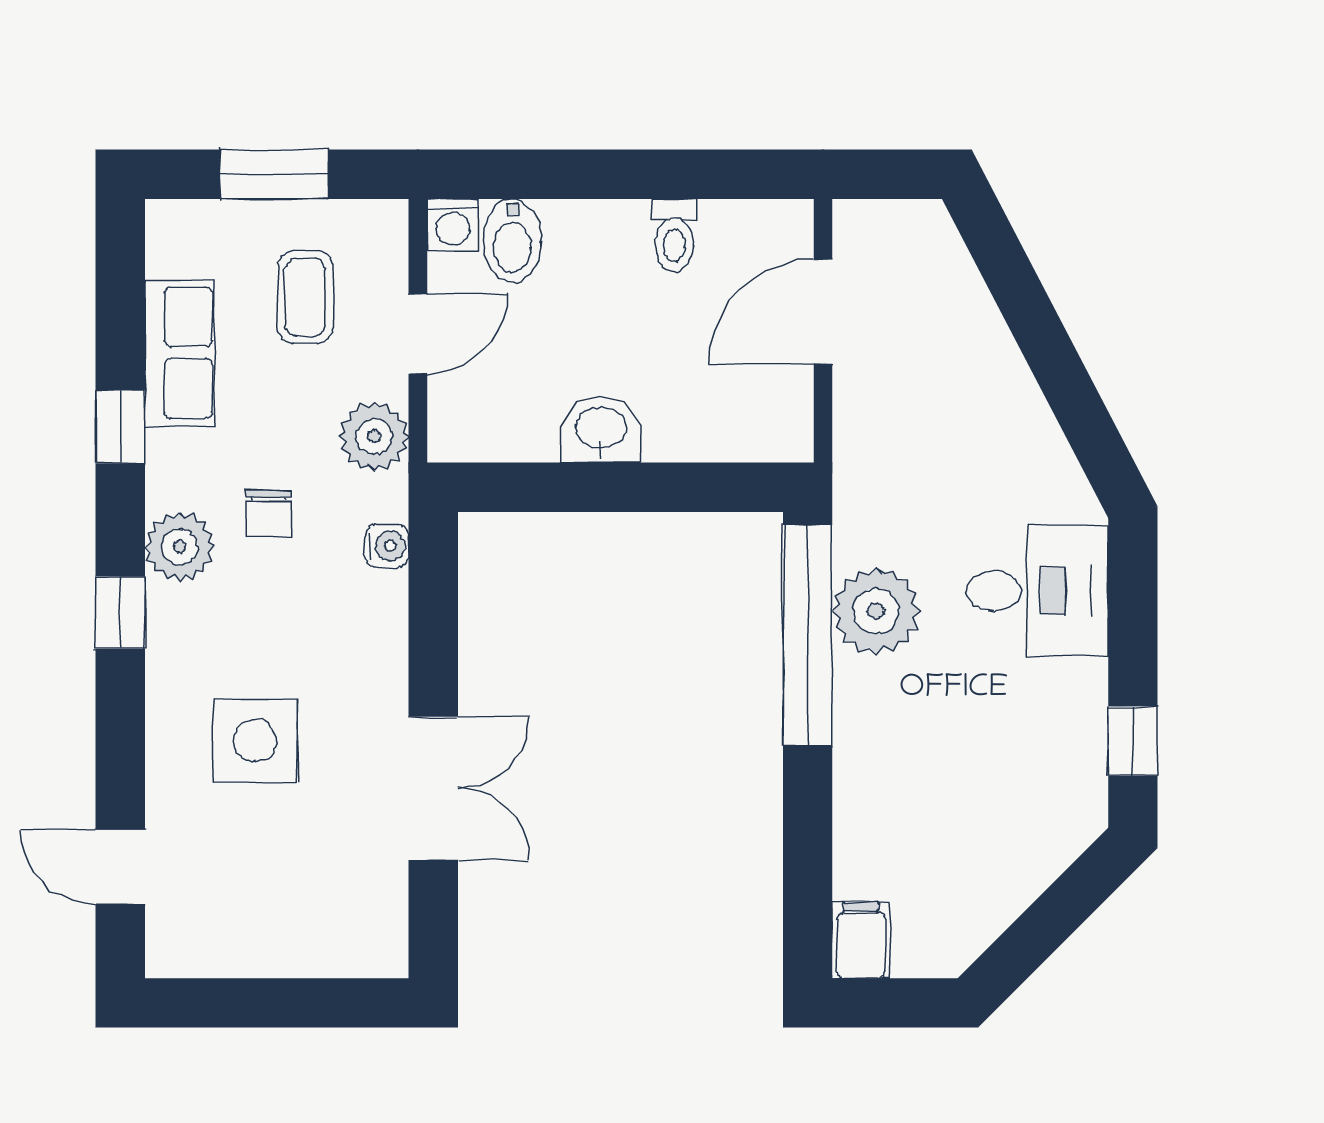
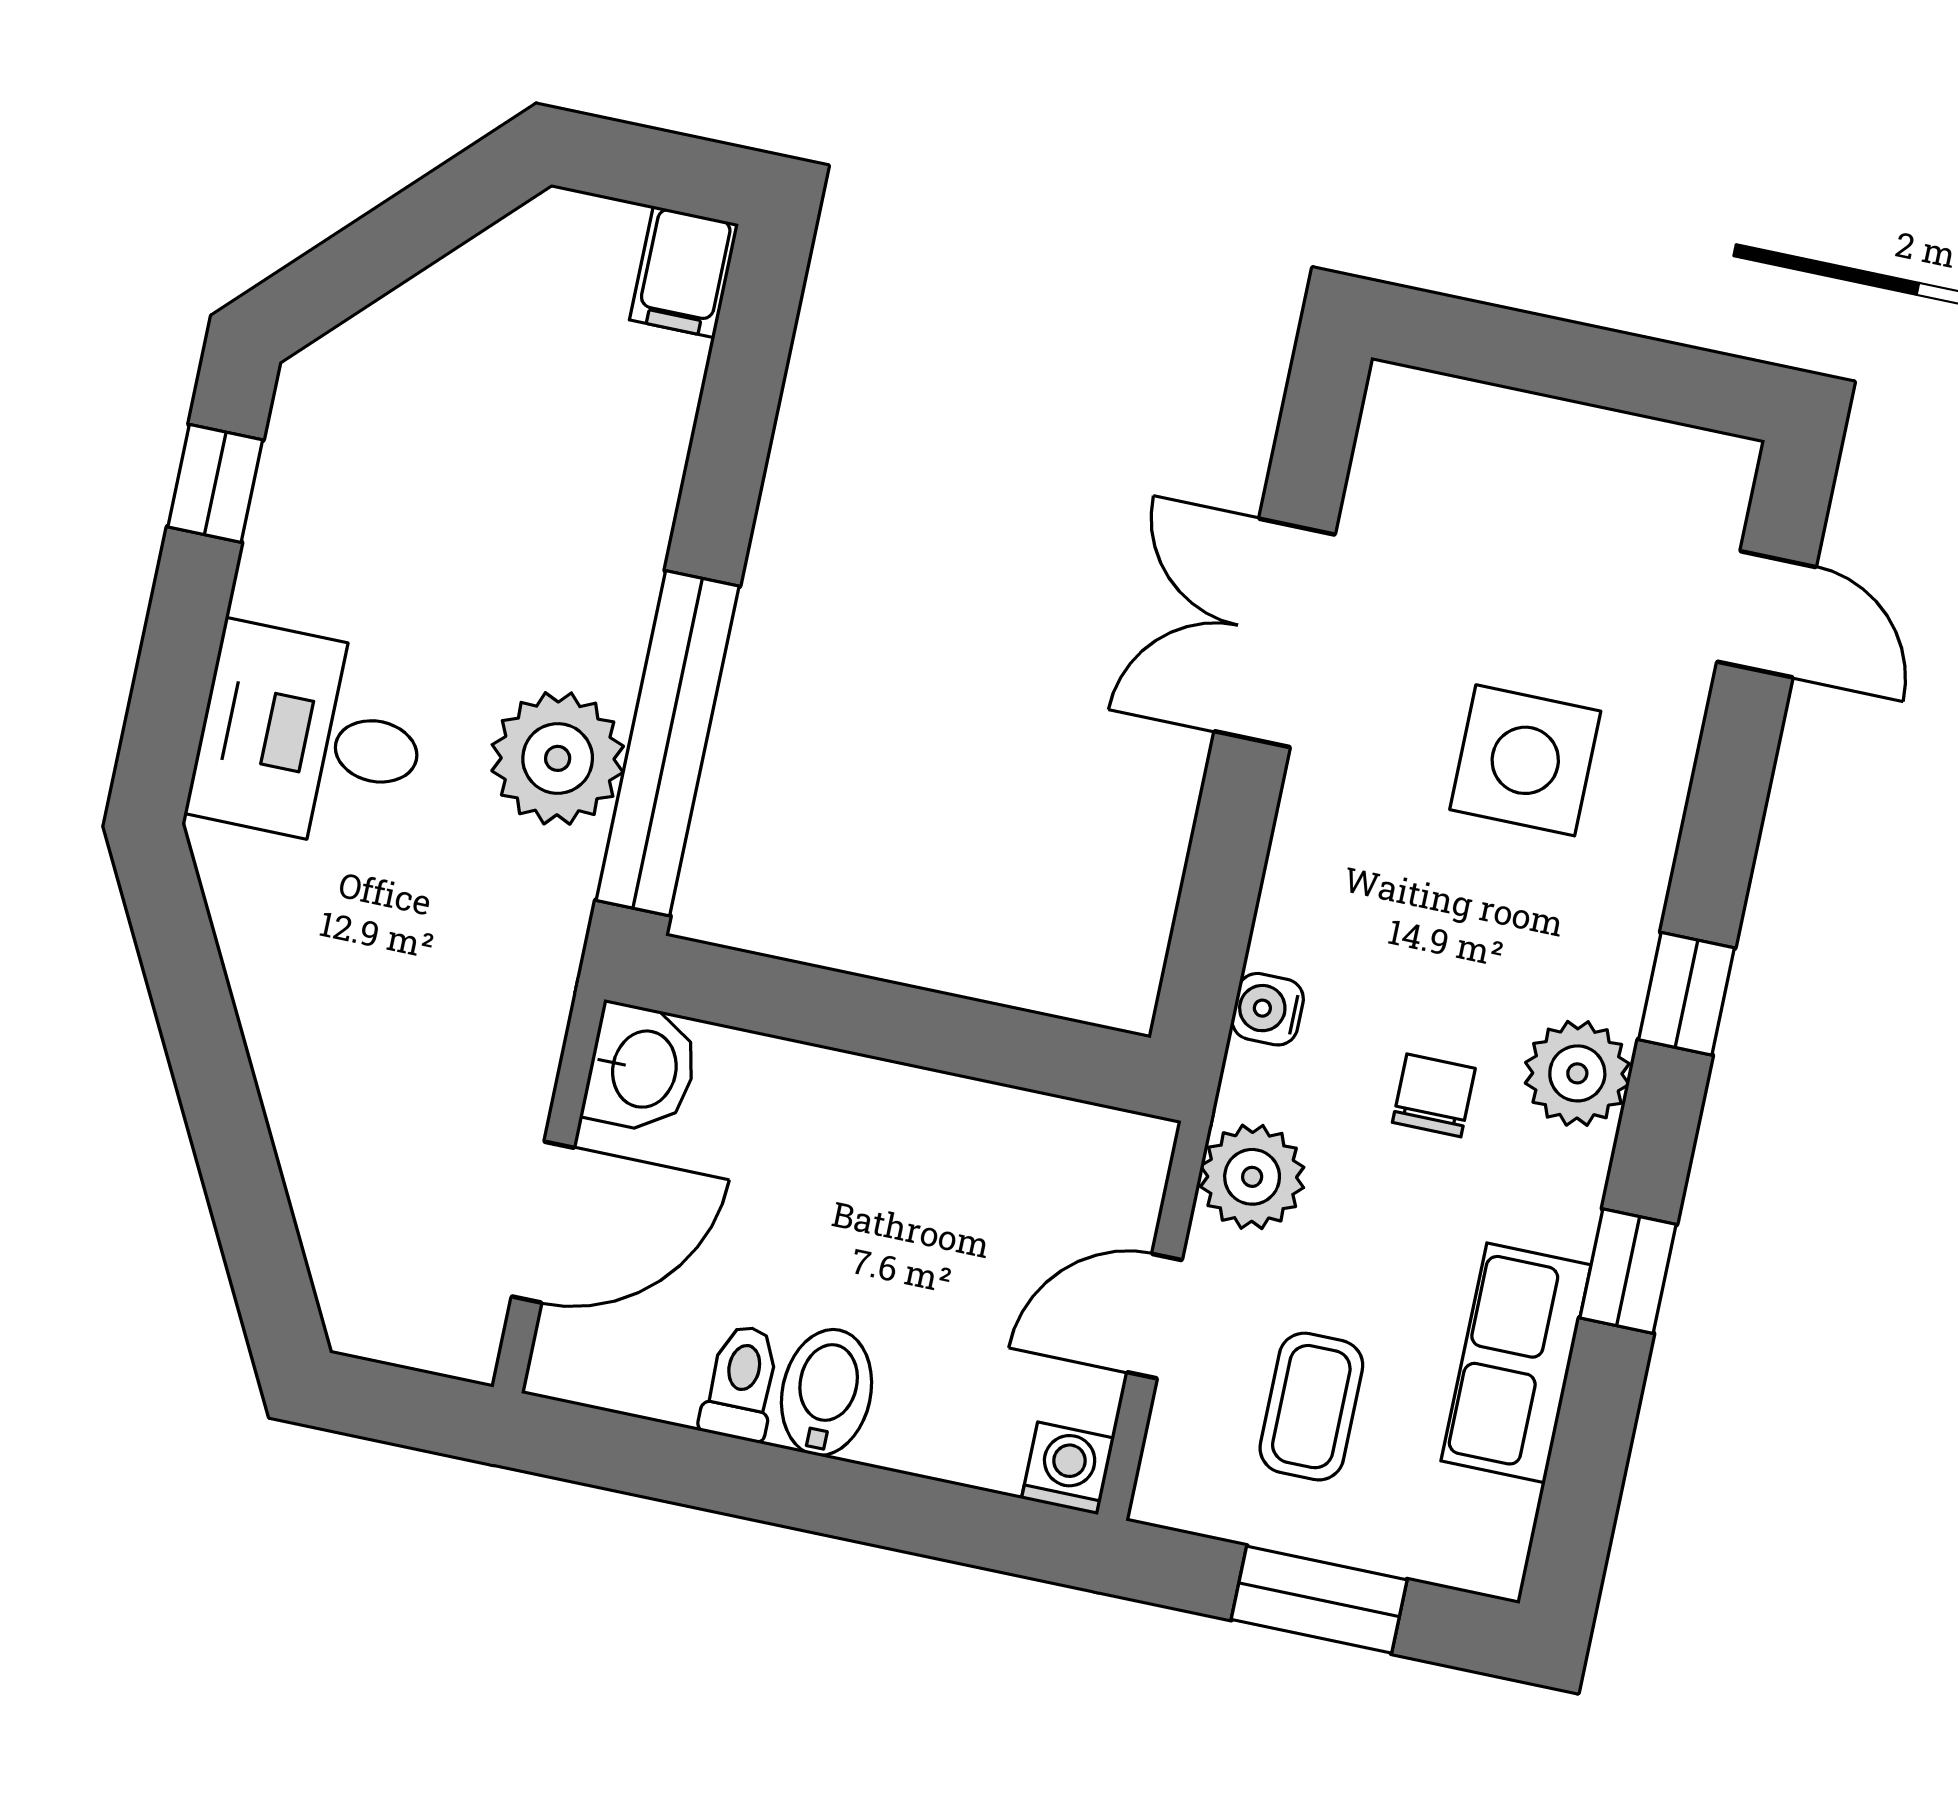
bidet: (512, 241) -> (827, 1392), moved
washbasin: (601, 429) -> (641, 1068), moved, turned -90

